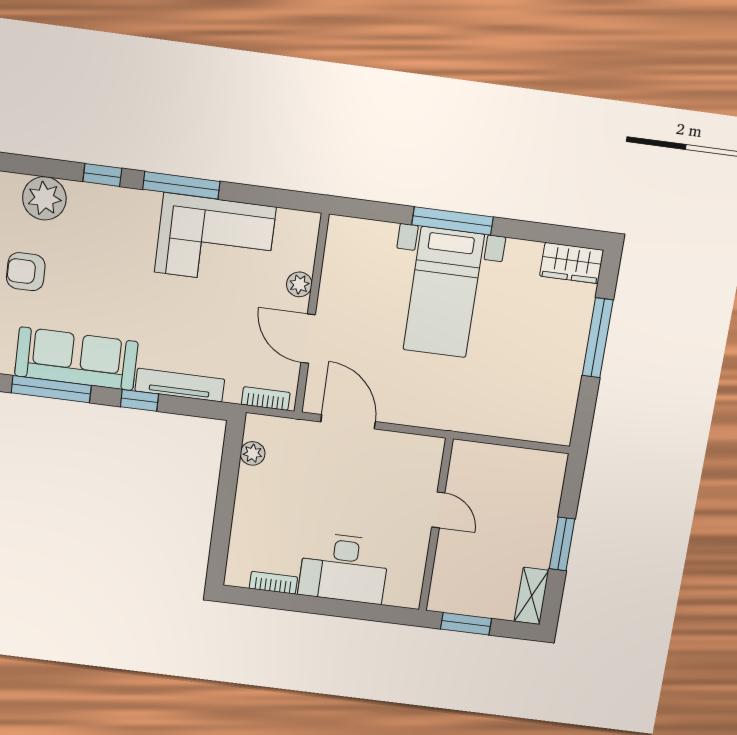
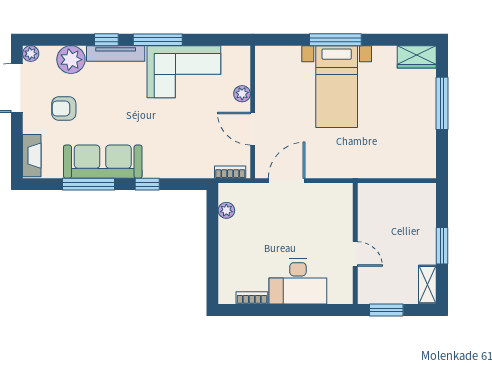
tv unit: (180, 385) -> (116, 53), moved, turned 180
door: (348, 422) -> (287, 181), hinge flipped
door: (438, 510) -> (355, 254), moved

